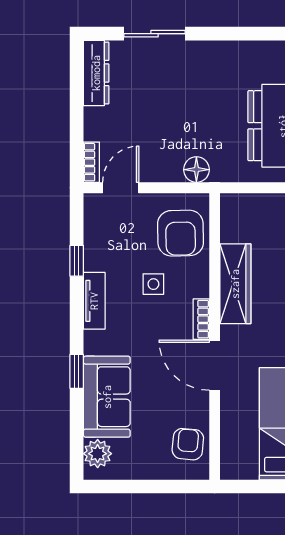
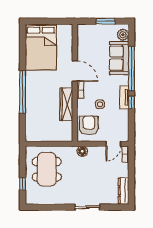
sliding door: (155, 34) -> (87, 207), moved
window: (77, 261) -> (131, 102), moved
window: (77, 371) -> (131, 68), width x3.17
armchair: (188, 444) -> (86, 39), removed
window: (140, 486) -> (105, 21), added

